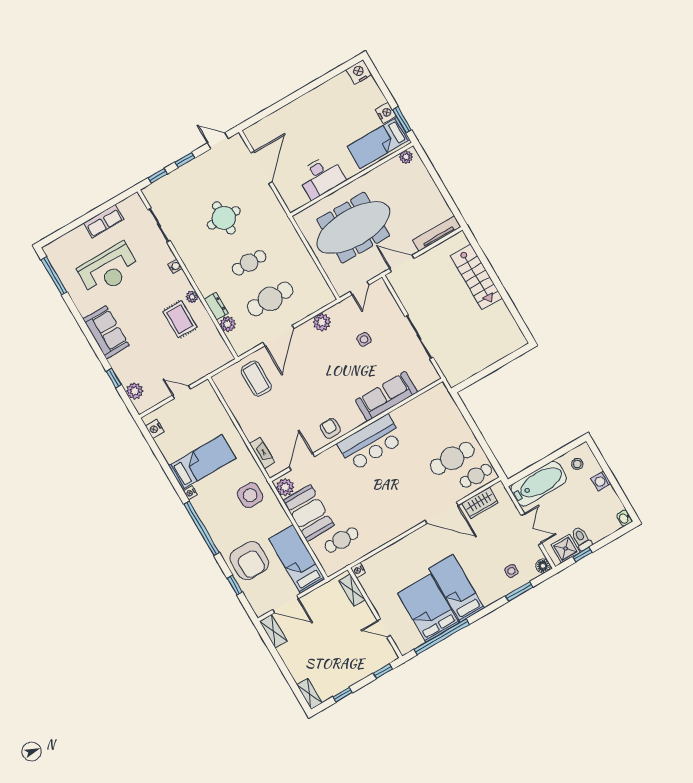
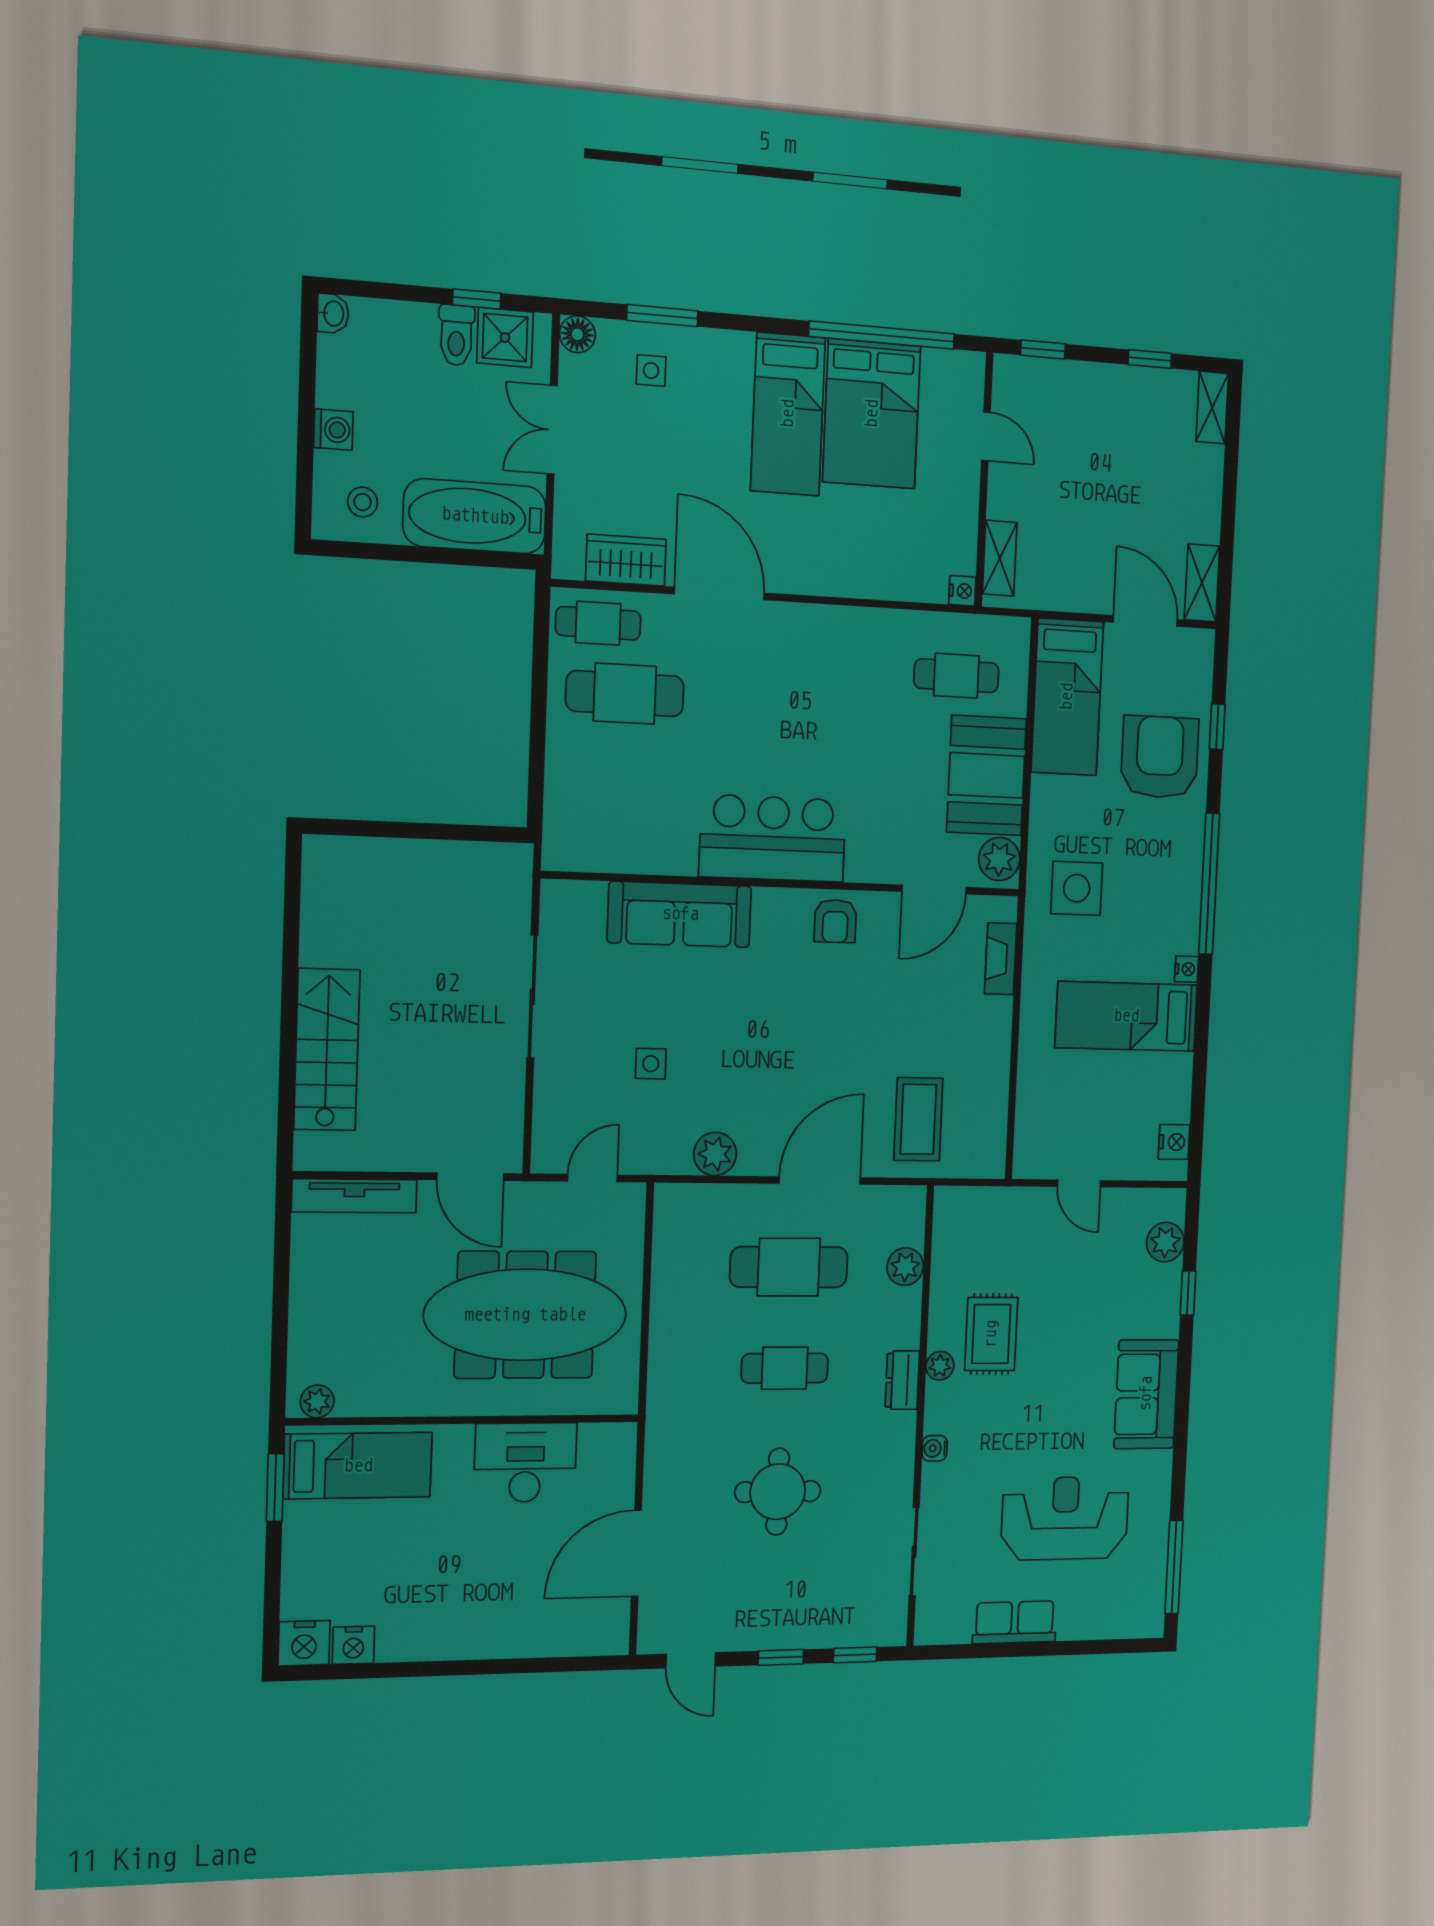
nightstand: (386, 113) -> (353, 1645), moved, turned -90
dresser: (216, 306) -> (902, 1380), moved

